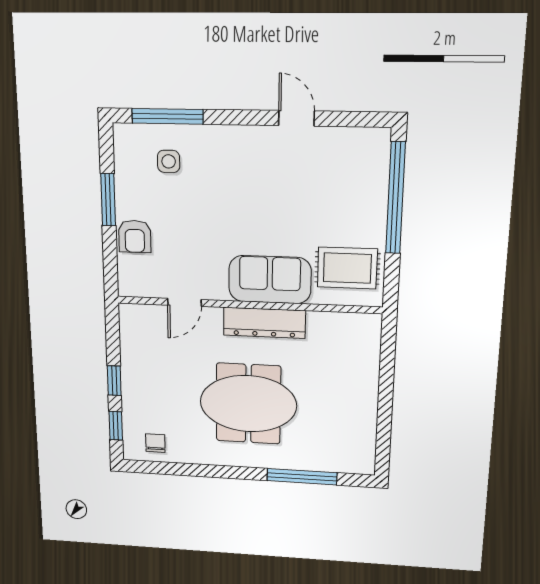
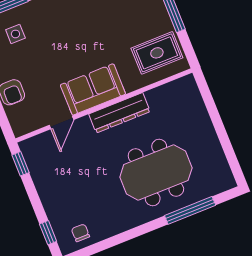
sofa: (270, 280) -> (93, 89), moved
window: (114, 381) -> (21, 164), moved
meeting table: (248, 404) -> (156, 172), moved

